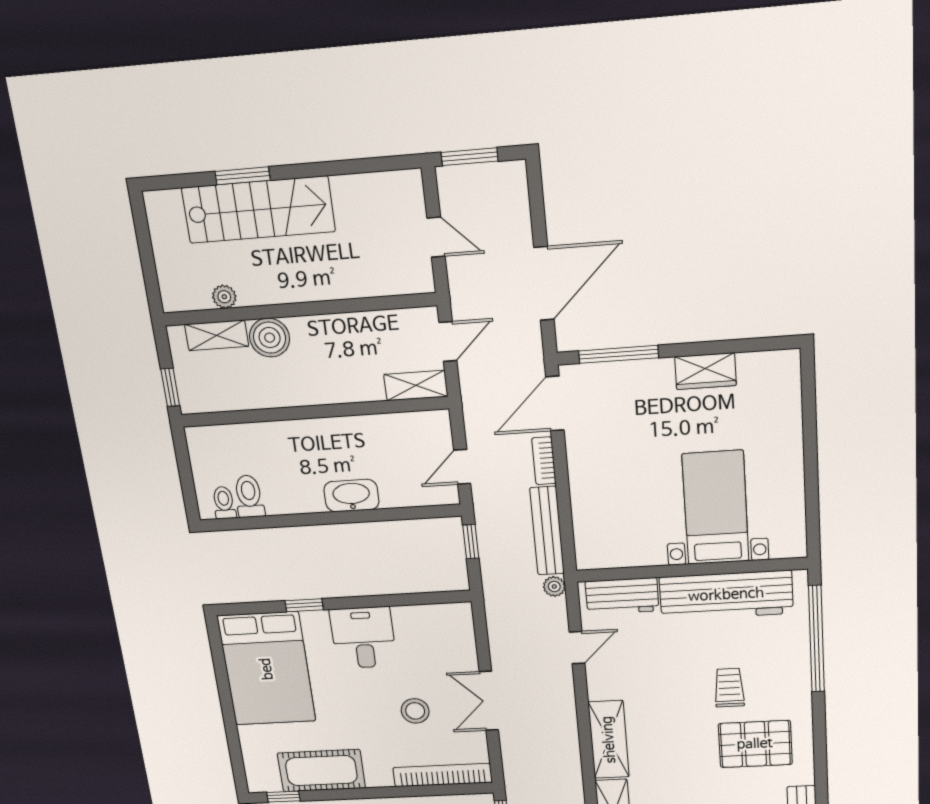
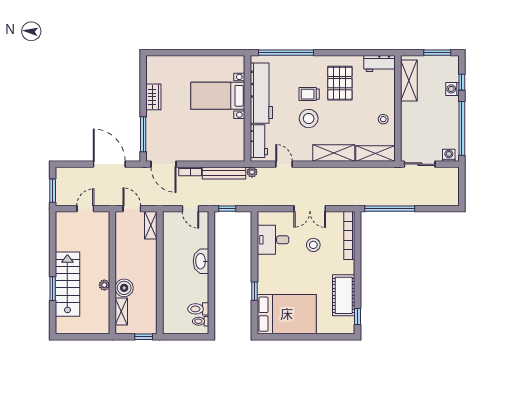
plant: (224, 297) -> (104, 285), moved
desk: (363, 638) -> (273, 240), moved
stool: (677, 689) -> (309, 119), added

